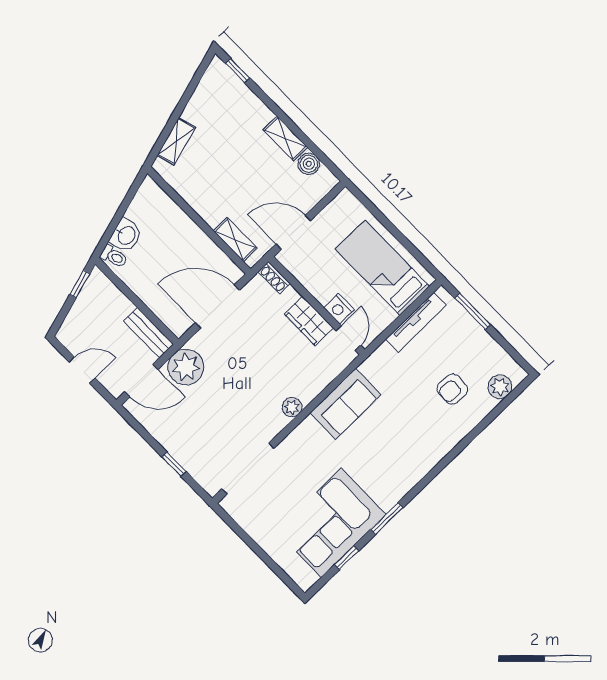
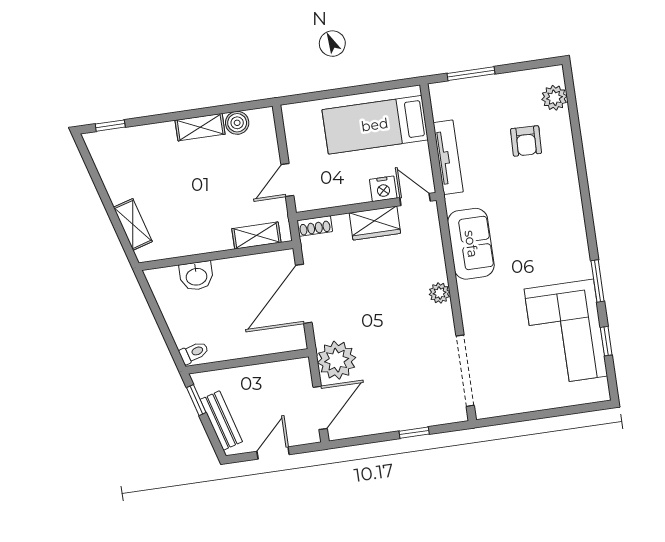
door: (293, 232) -> (287, 180), width x0.73
washbasin: (126, 235) -> (196, 276), moved, turned 106
tv unit: (416, 322) -> (448, 157), moved
bench: (149, 333) -> (221, 421), moved, turned 74

